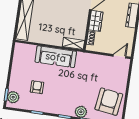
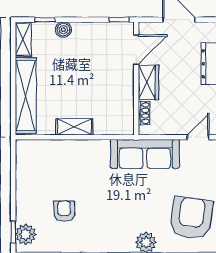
shelving: (73, 43) -> (74, 127), moved
sofa: (56, 57) -> (145, 154), moved

